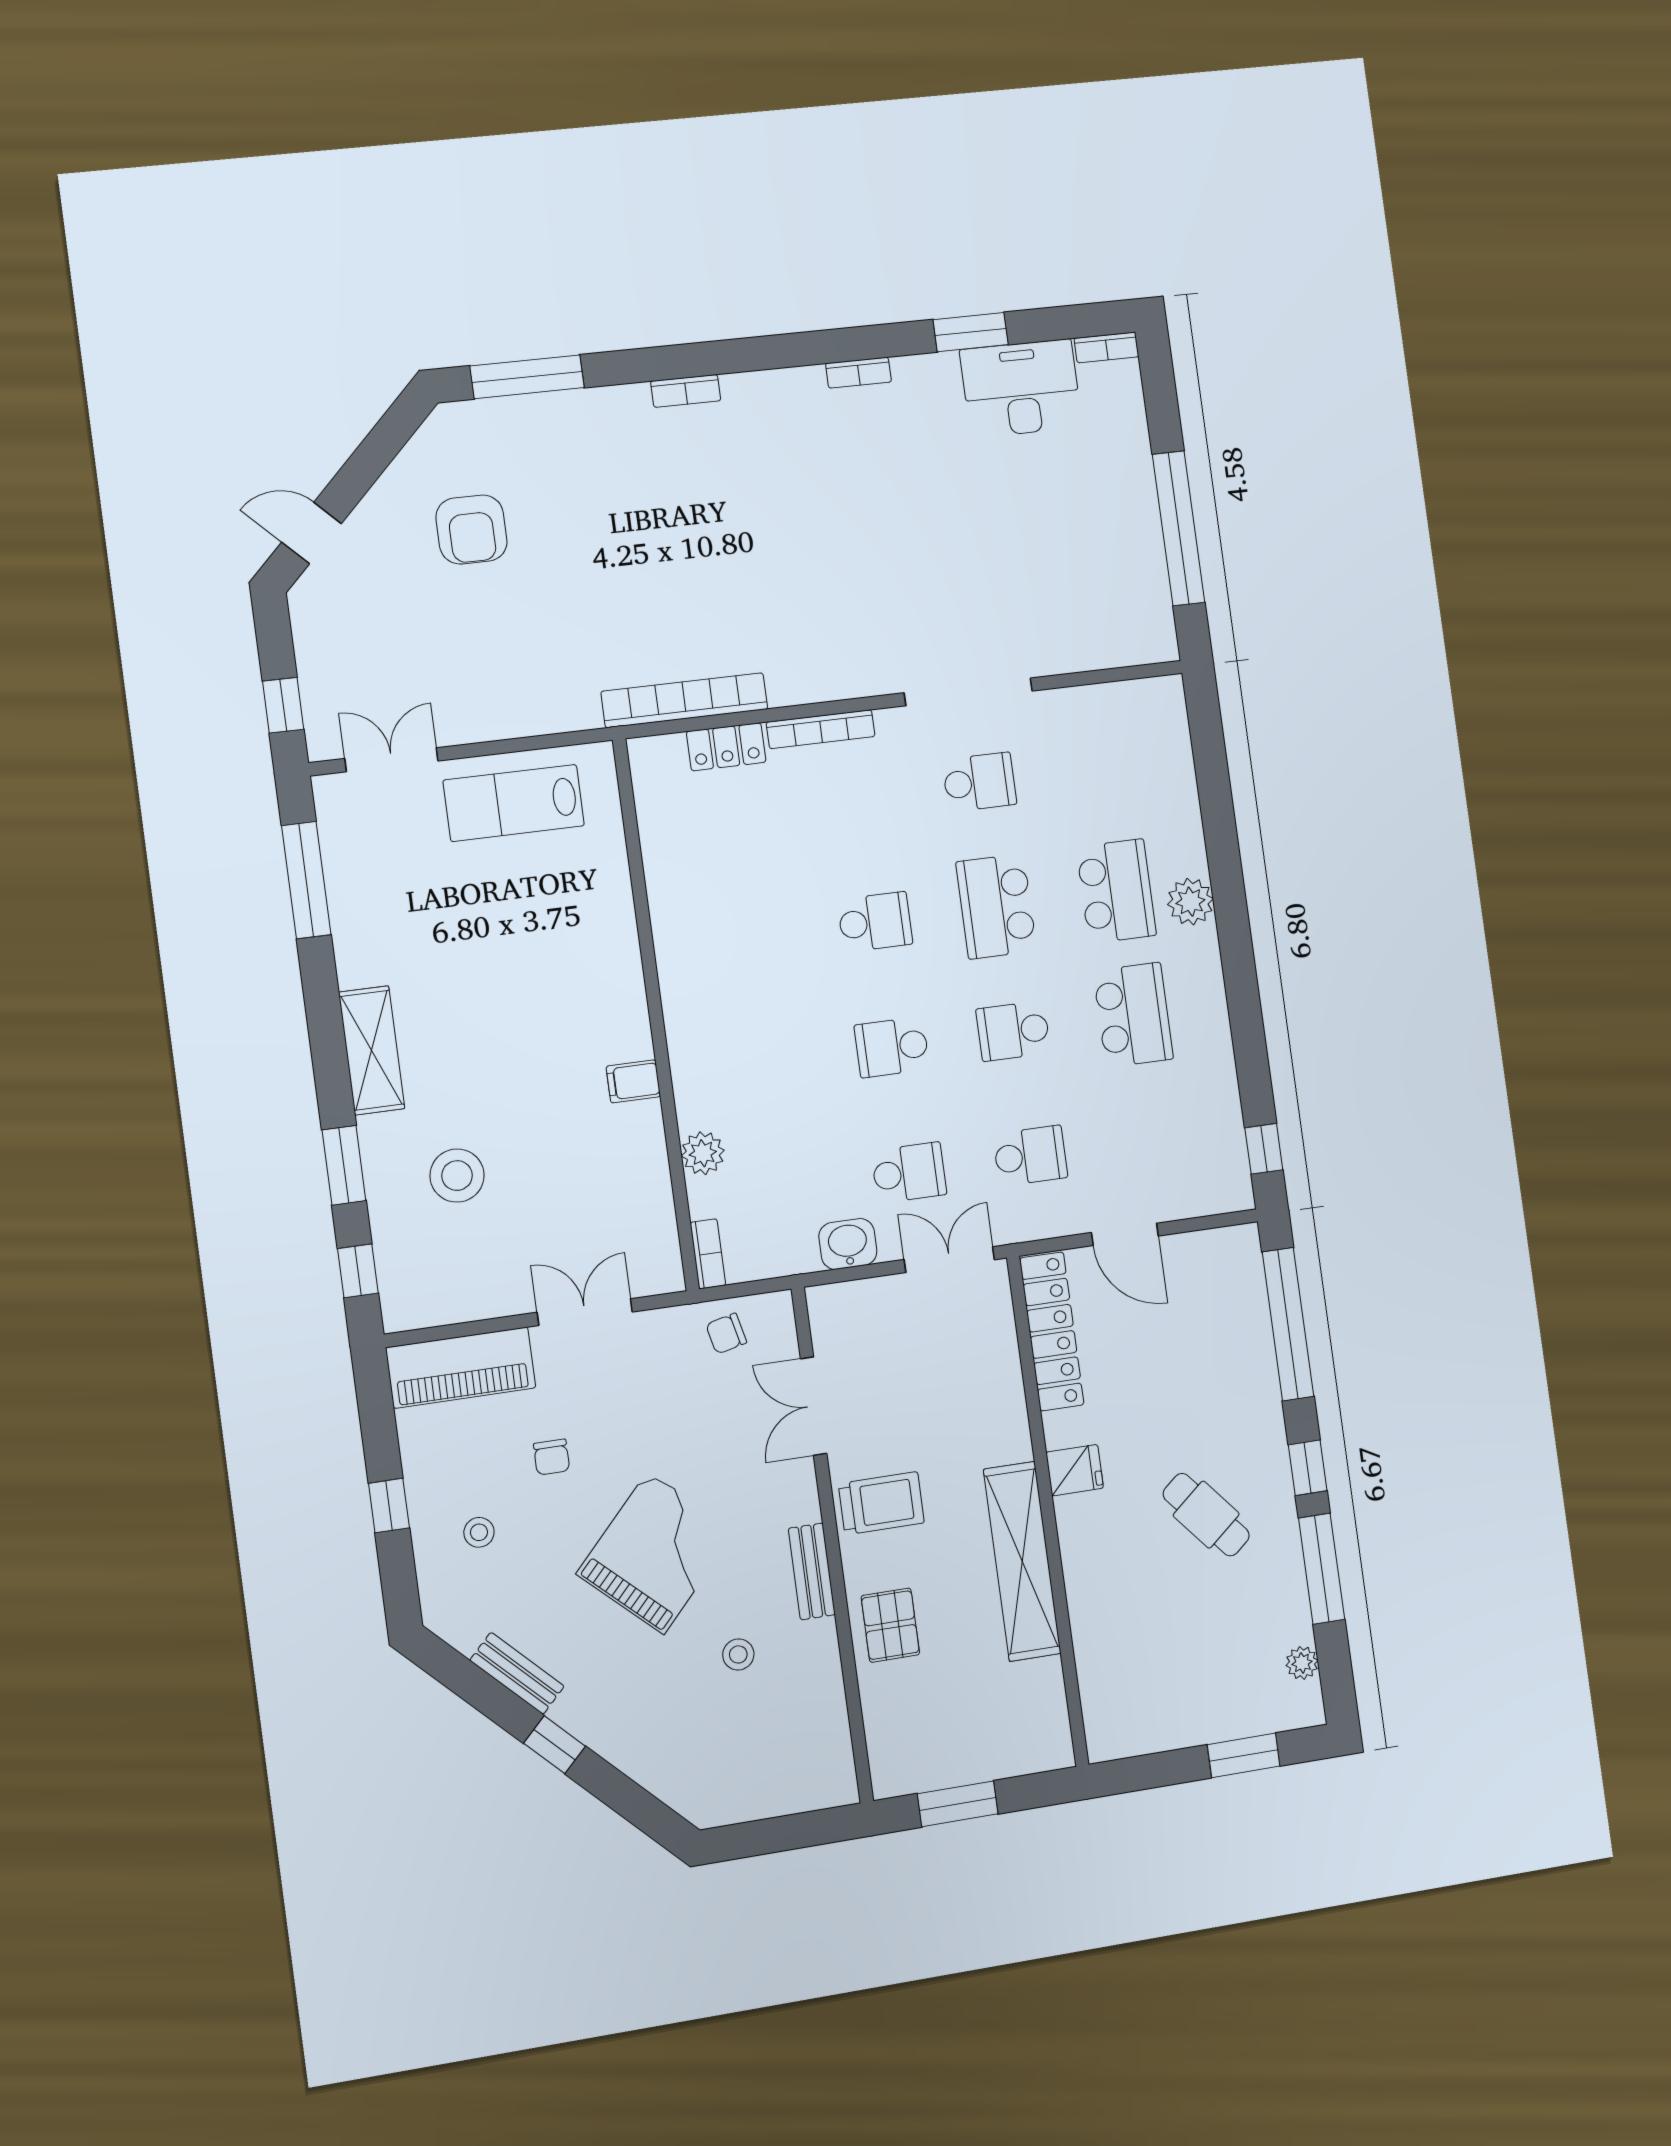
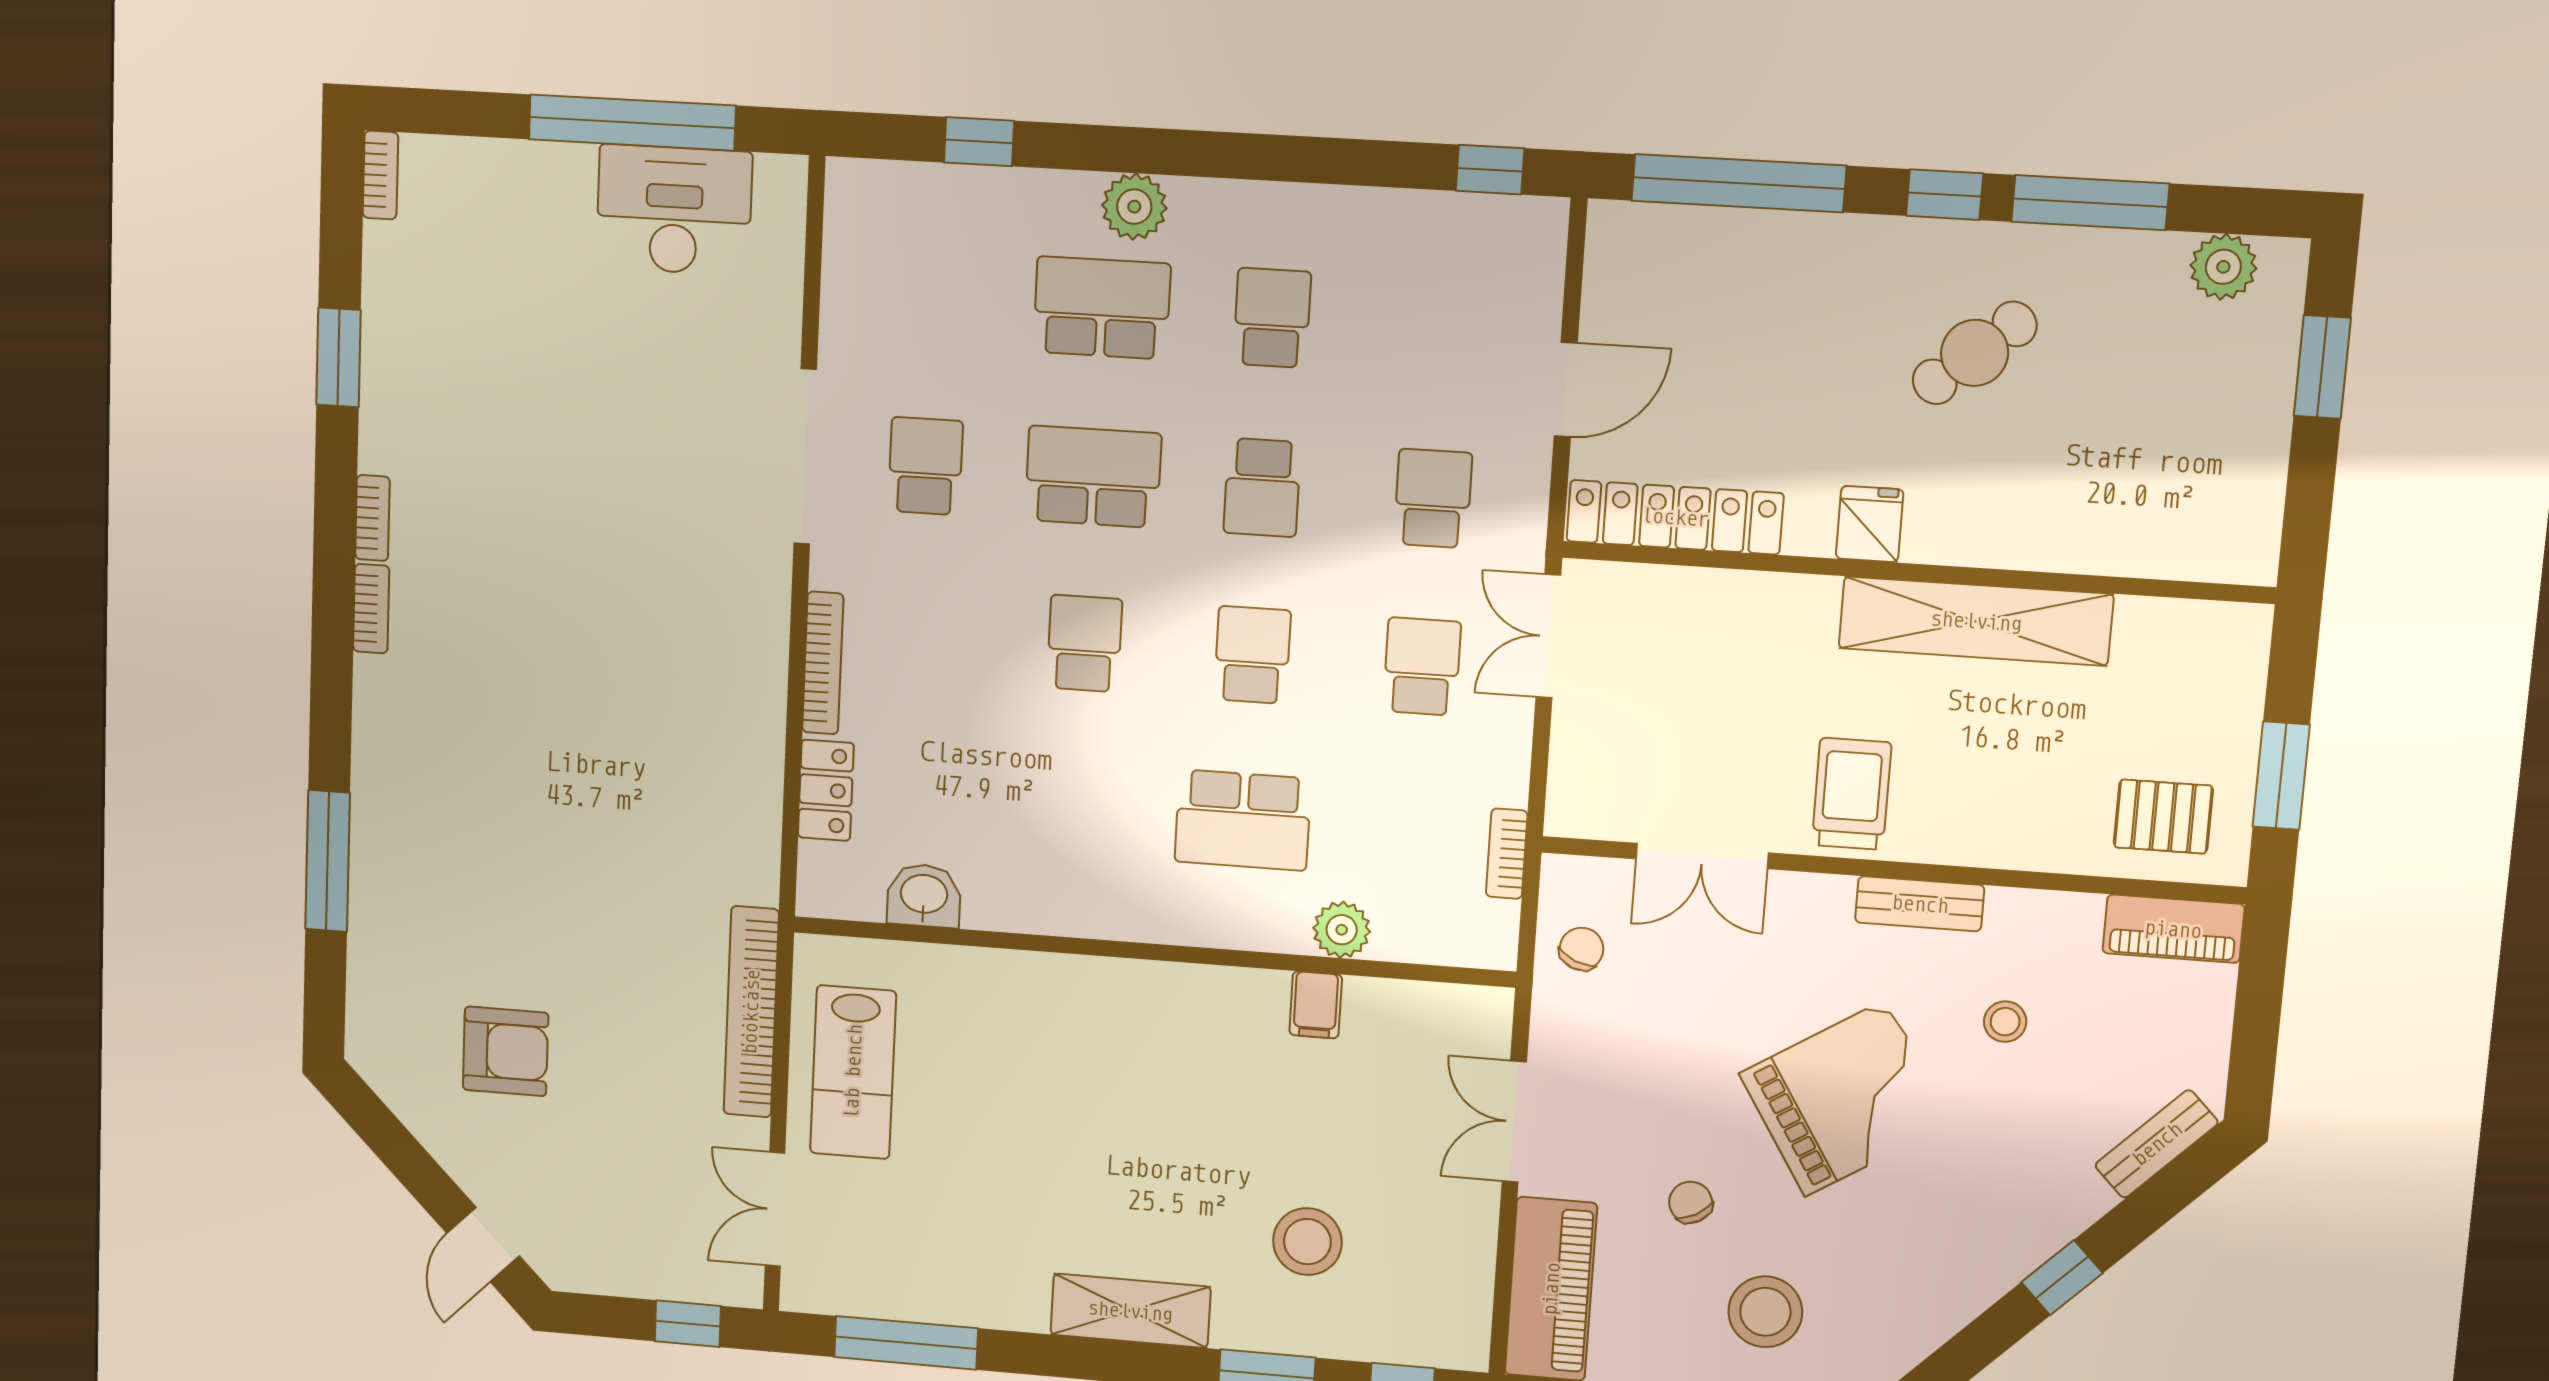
window: (527, 377) -> (328, 861), moved
desk: (1021, 388) -> (674, 210), moved, turned 90
bookcase: (686, 391) -> (371, 609), moved
bookcase: (685, 700) -> (751, 1012), moved
window: (1213, 782) -> (979, 142), added
school desk: (996, 906) -> (1093, 477), turned 180
school desk: (1133, 1015) -> (1272, 318), width x0.54
school desk: (892, 1047) -> (1252, 655), turned 180
school desk: (769, 1064) -> (1243, 820), added
filing cabinet: (633, 1081) -> (1316, 1005), moved
washbasin: (848, 1244) -> (924, 896), moved, turned 90
bookcase: (708, 1254) -> (1507, 854), moved, turned -90
chair: (726, 1334) -> (1582, 949), turned -144
chair: (552, 1457) -> (1691, 1202), turned -119
stool: (479, 1532) -> (1765, 1312), width x1.89, depth x1.89
grand piano: (656, 1553) -> (1845, 1098), turned 105
pallet: (890, 1625) -> (2163, 817), moved
plant: (1302, 1663) -> (2223, 267), width x1.38, depth x1.38
bench: (517, 1673) -> (2157, 1144), moved
piano: (832, 1757) -> (2173, 929), added

